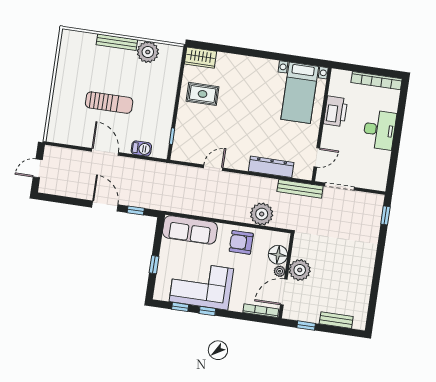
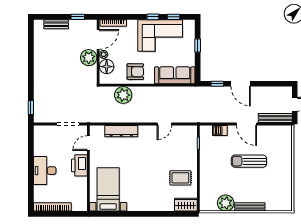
printer: (336, 111) -> (79, 165), moved
bench: (300, 189) -> (275, 118), moved

